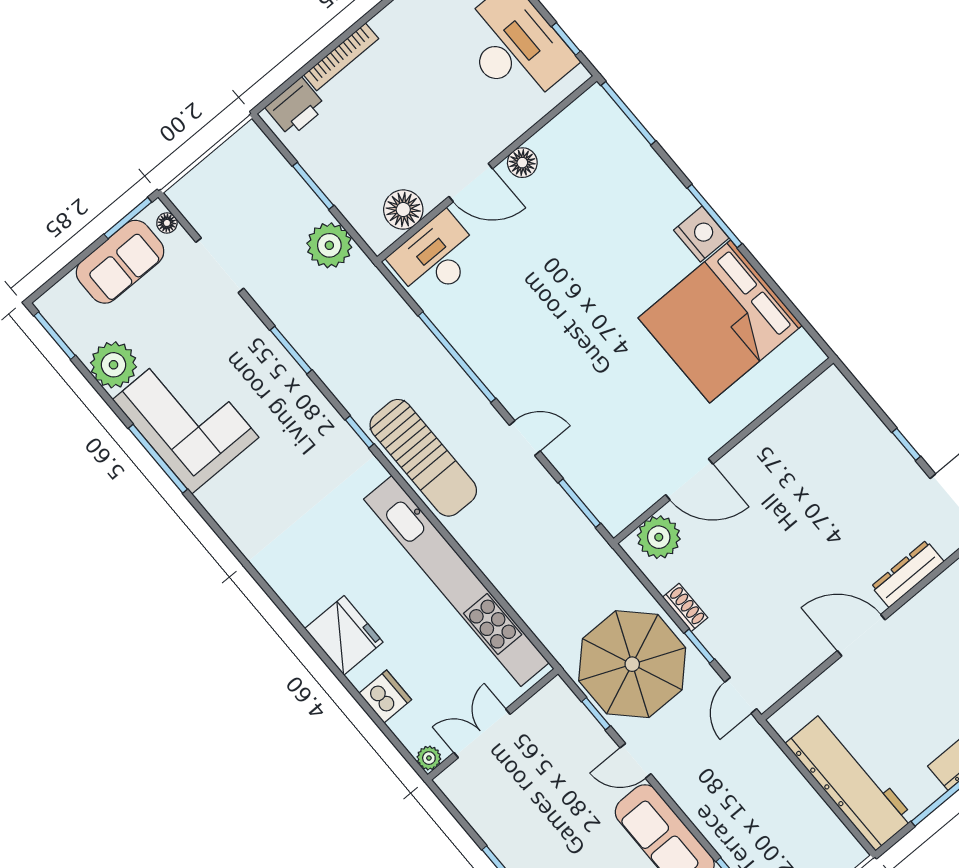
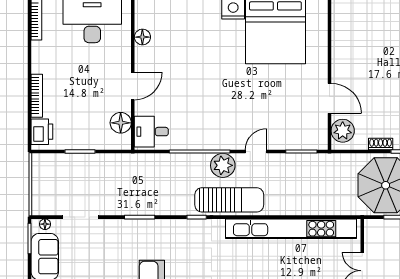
floor lamp: (522, 163) -> (142, 37), moved
plant: (329, 245) -> (223, 165), moved
desk: (436, 257) -> (151, 132), width x0.73
door: (689, 479) -> (330, 98), hinge flipped

